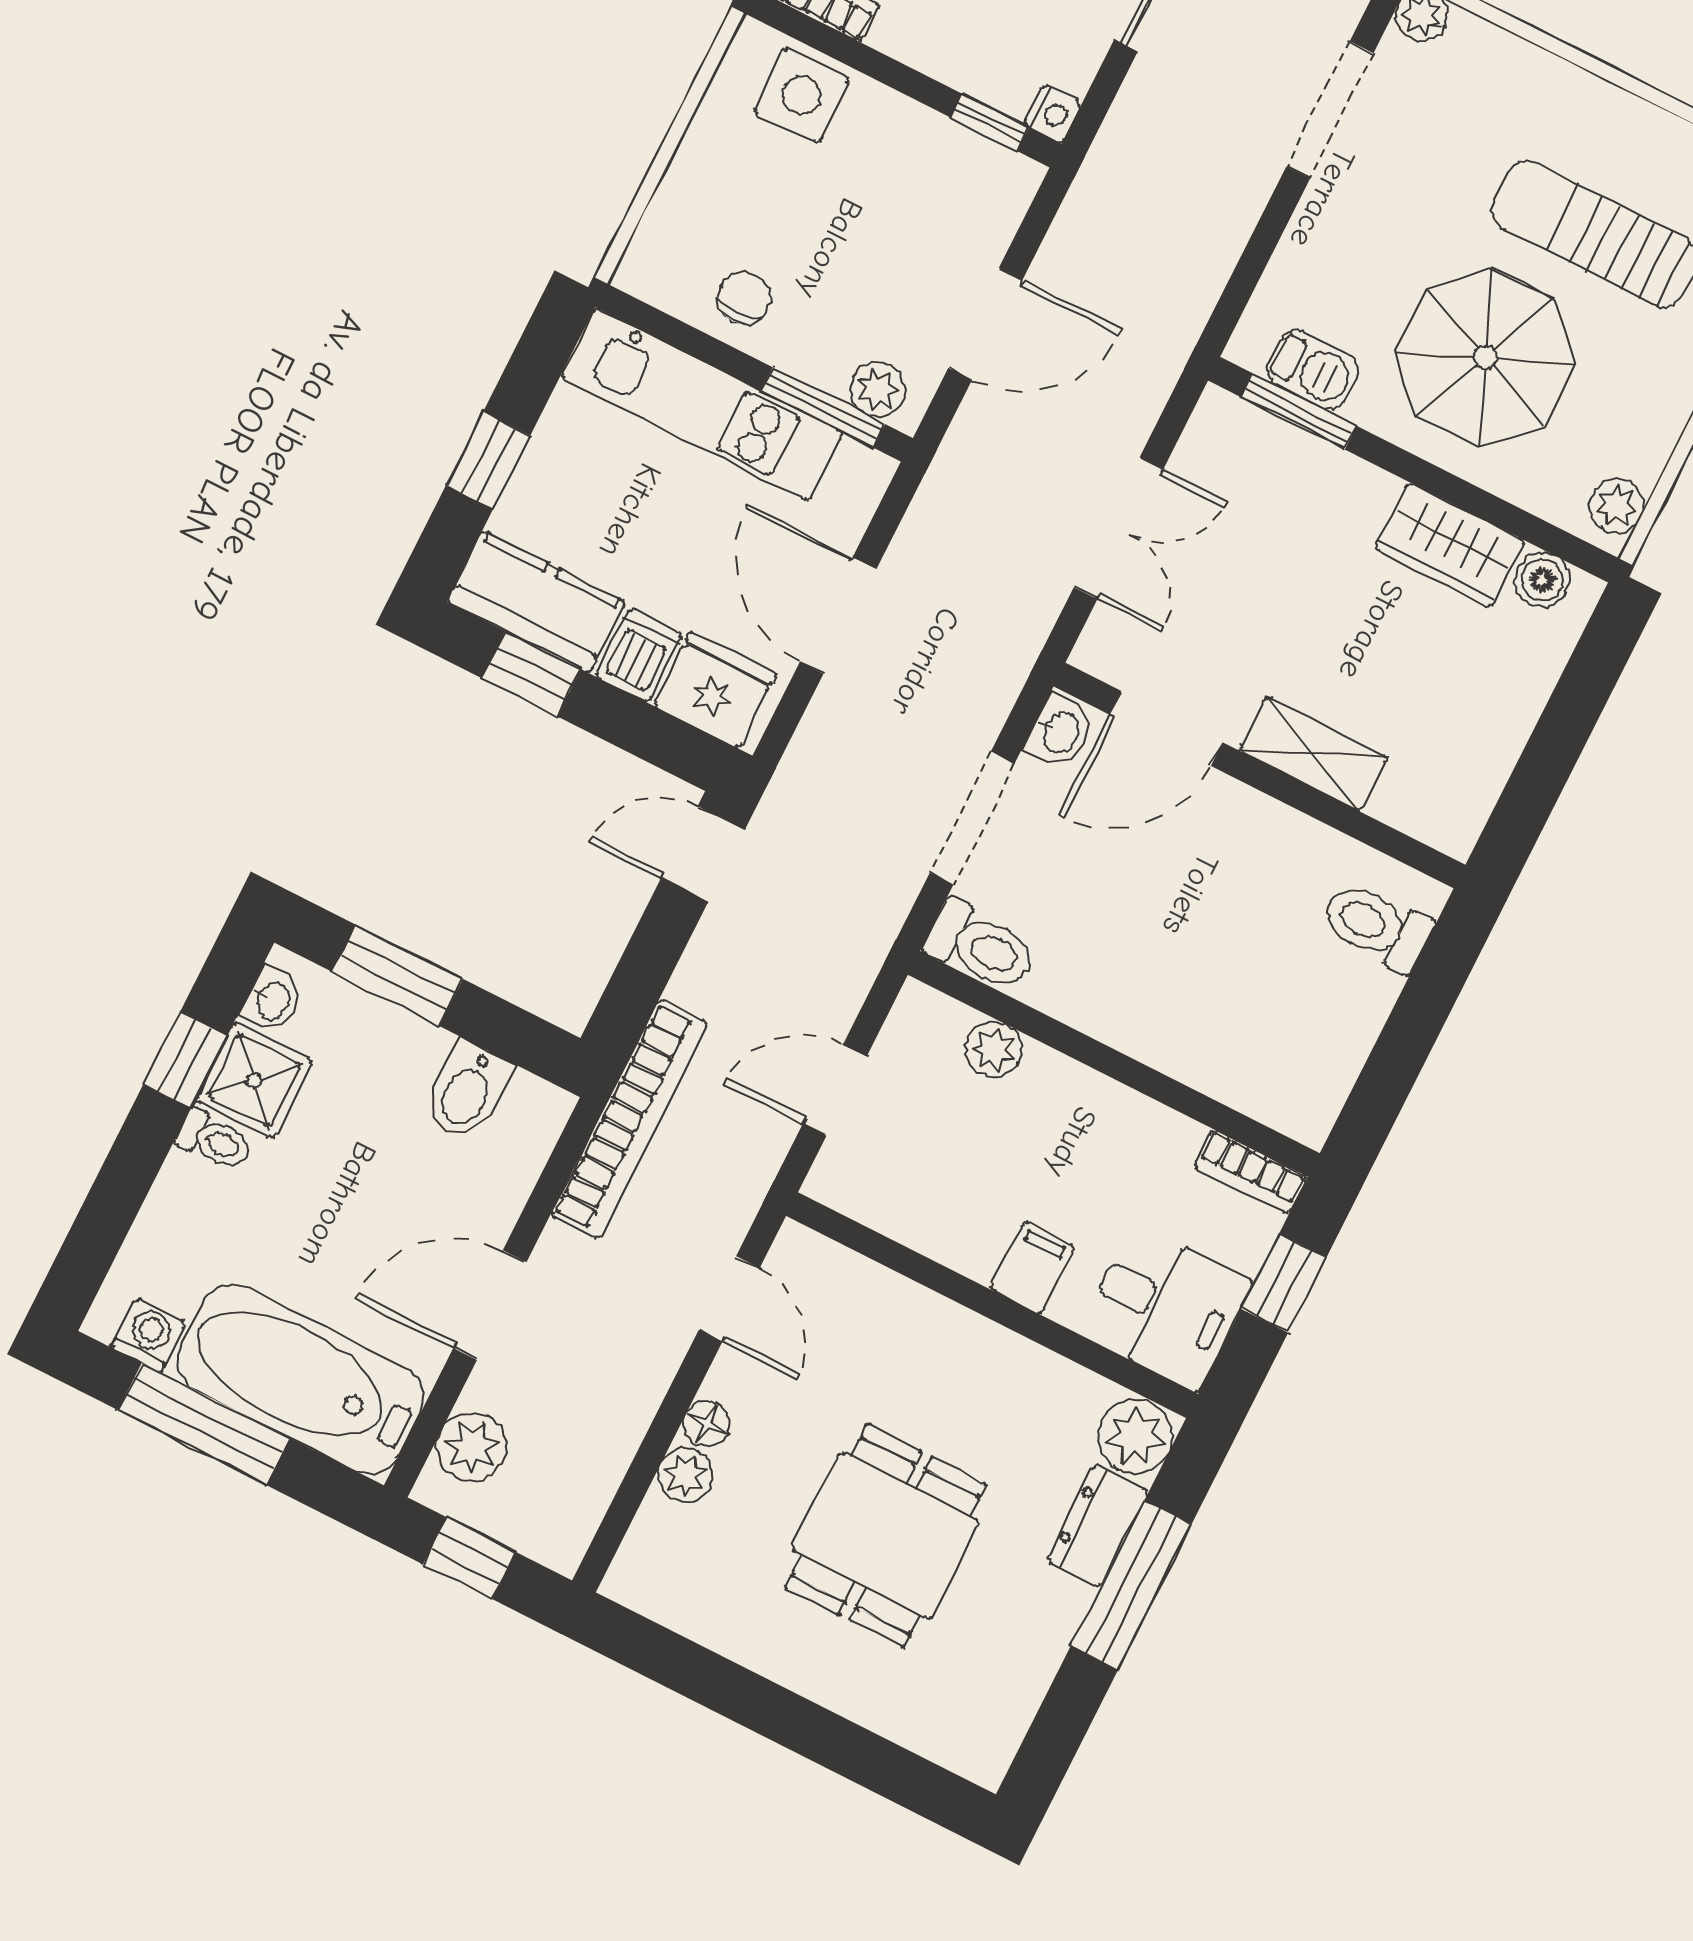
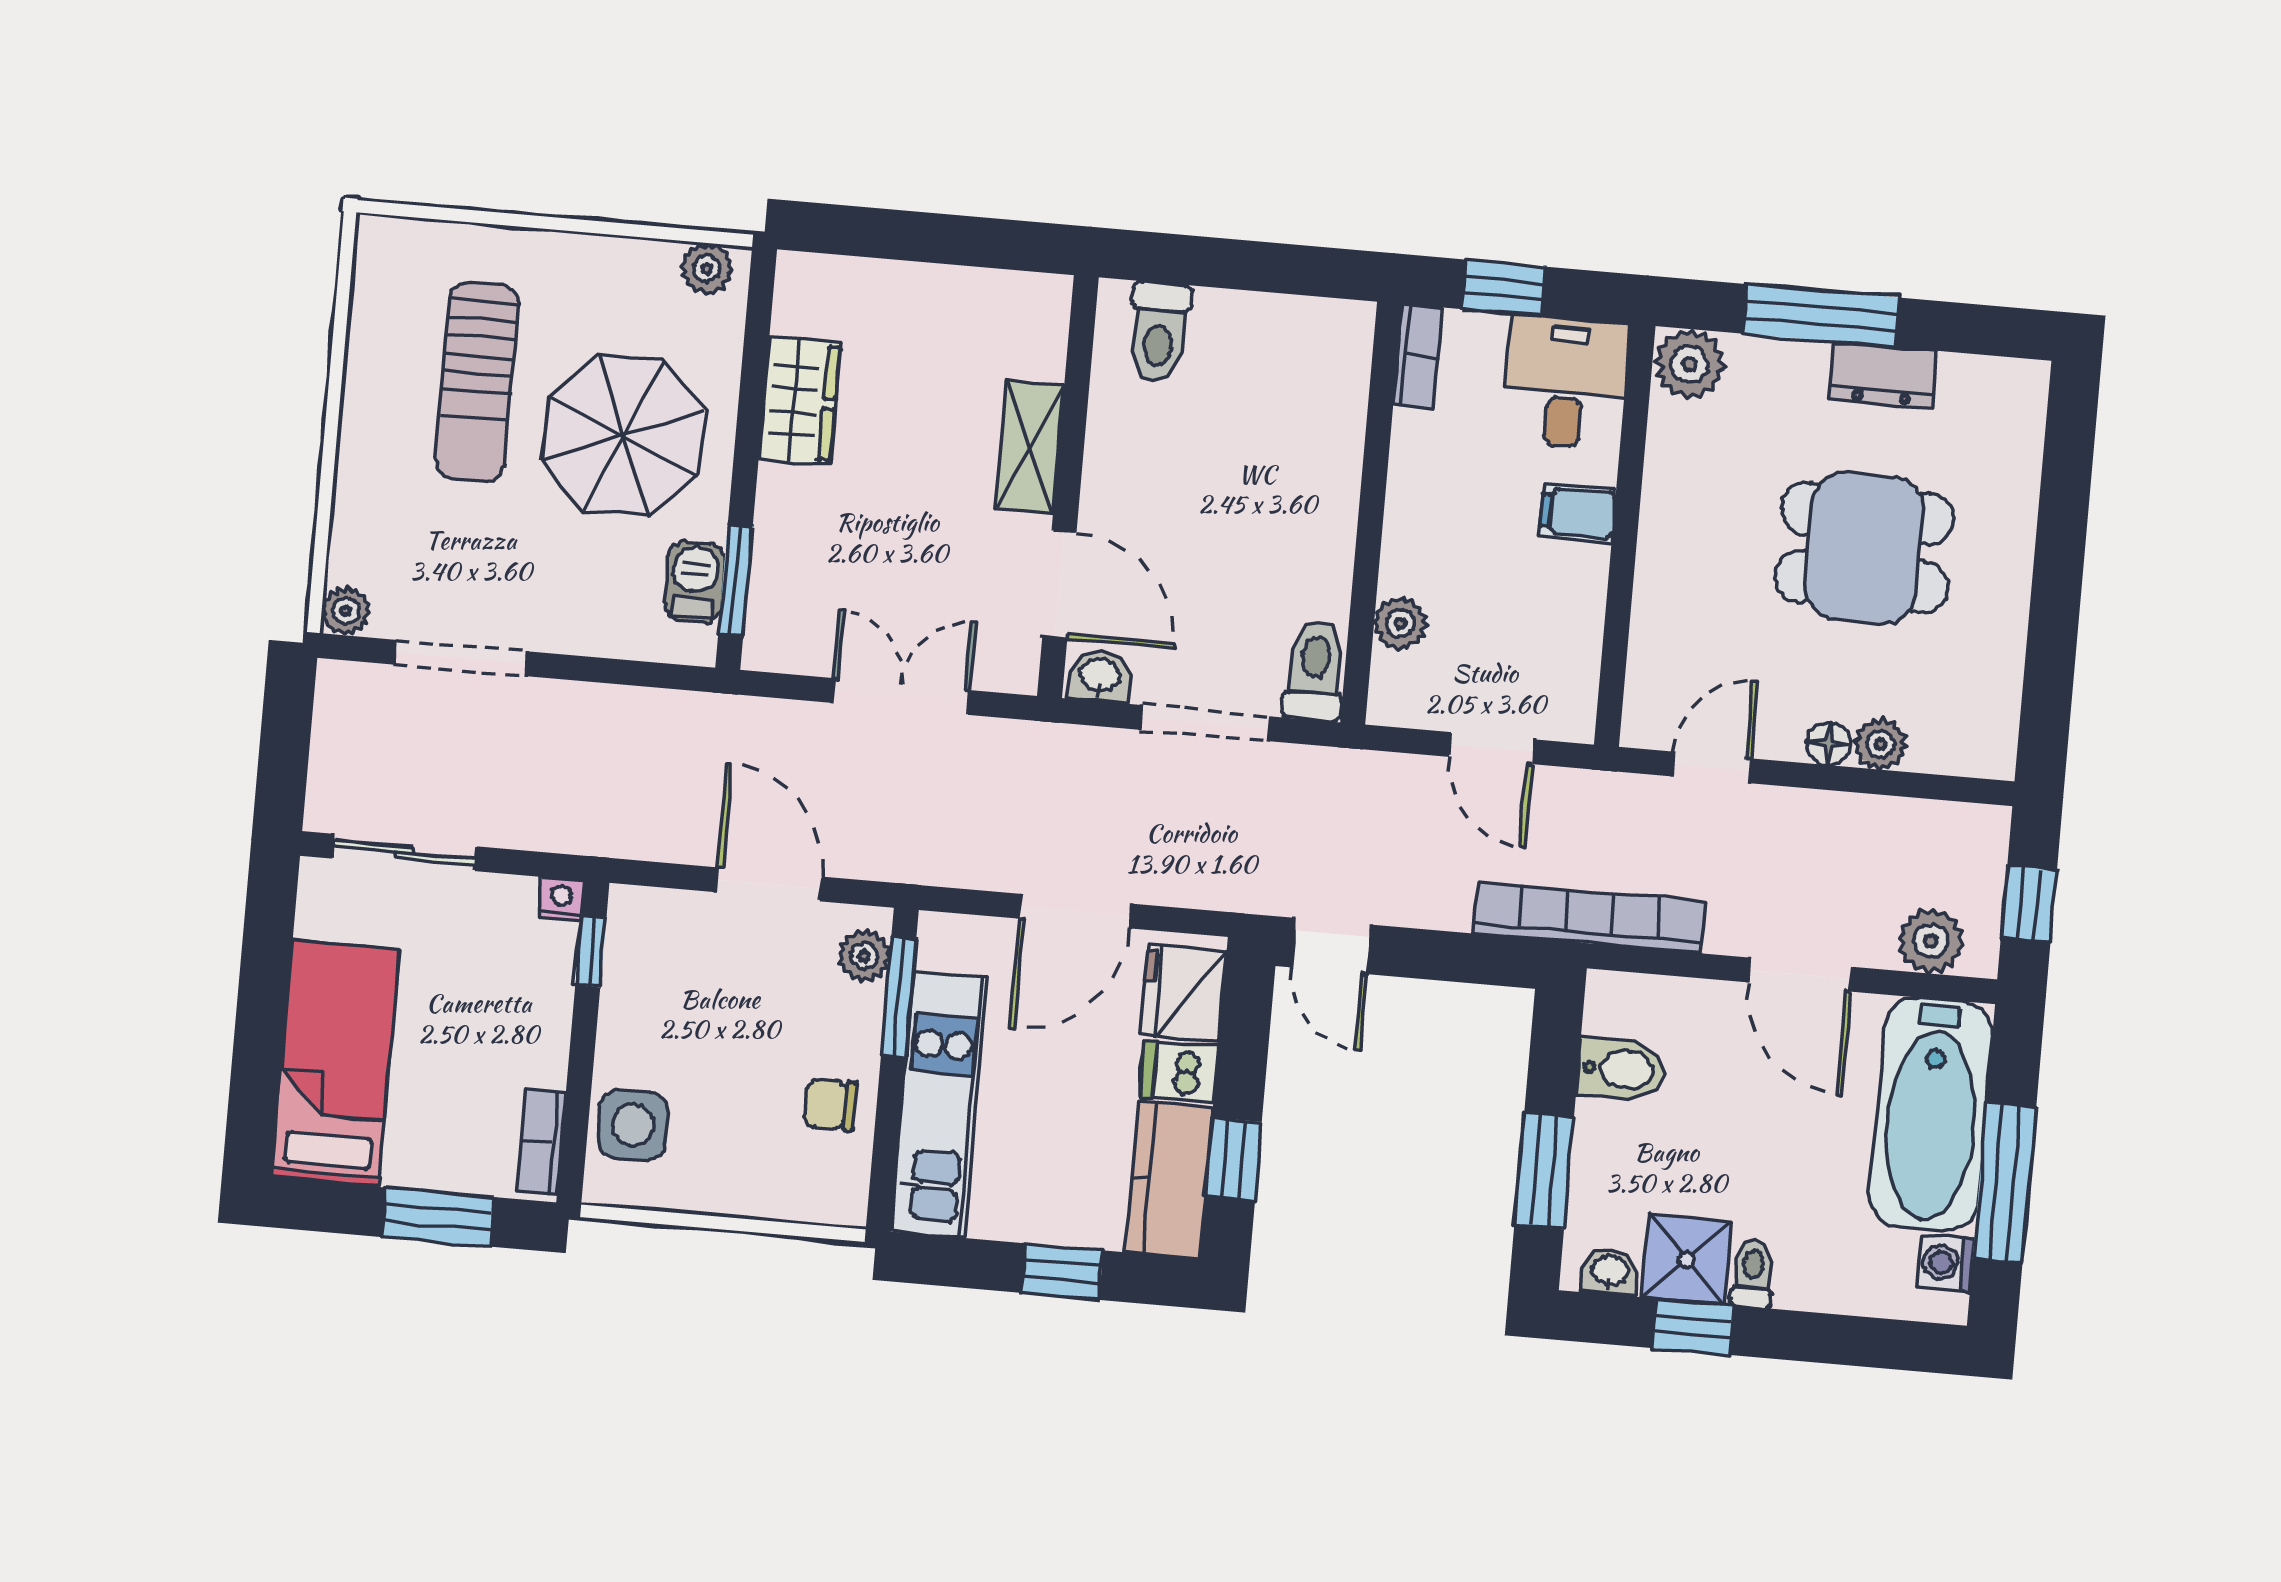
boiler: (1542, 580) -> (798, 308), removed
dresser: (1097, 1526) -> (1883, 375), moved

